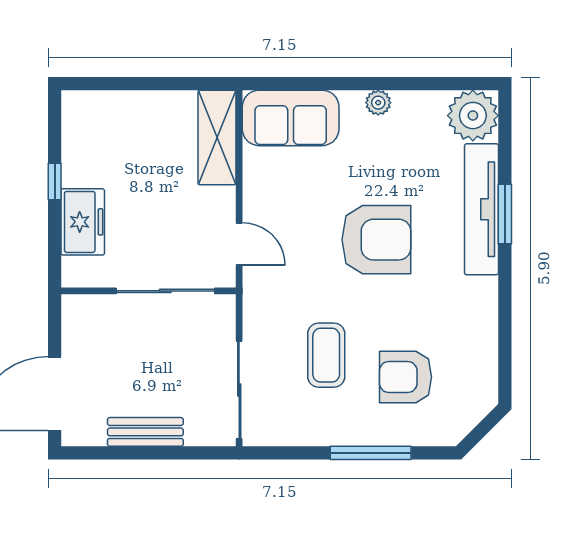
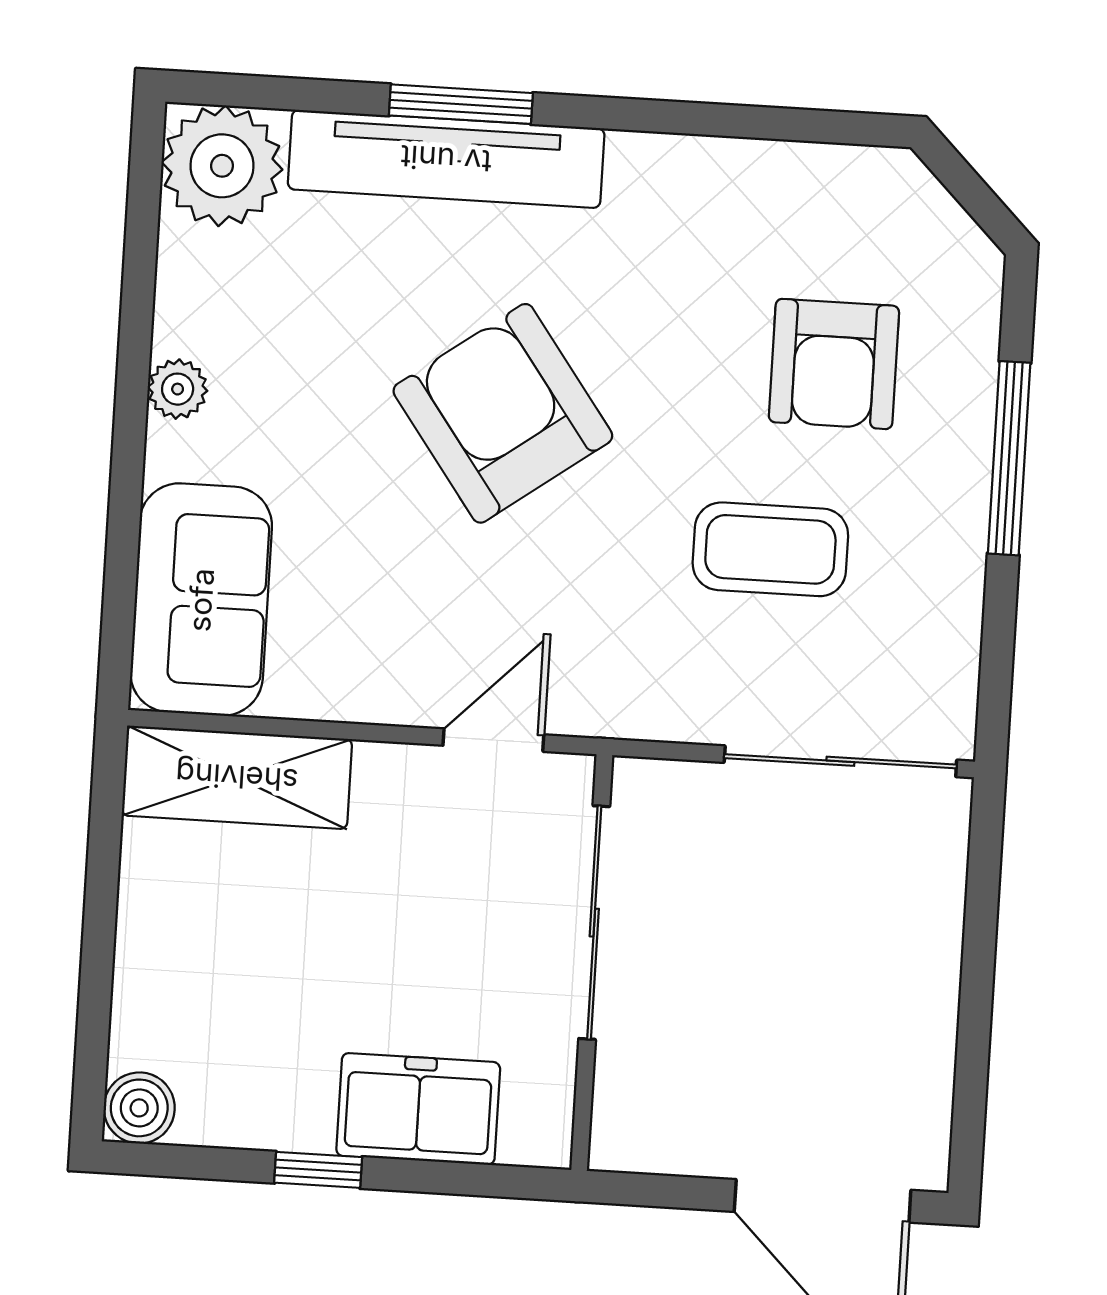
boiler: (76, 105) -> (139, 1108), added
armchair: (376, 240) -> (503, 413), turned -36
bench: (145, 432) -> (927, 991), removed

